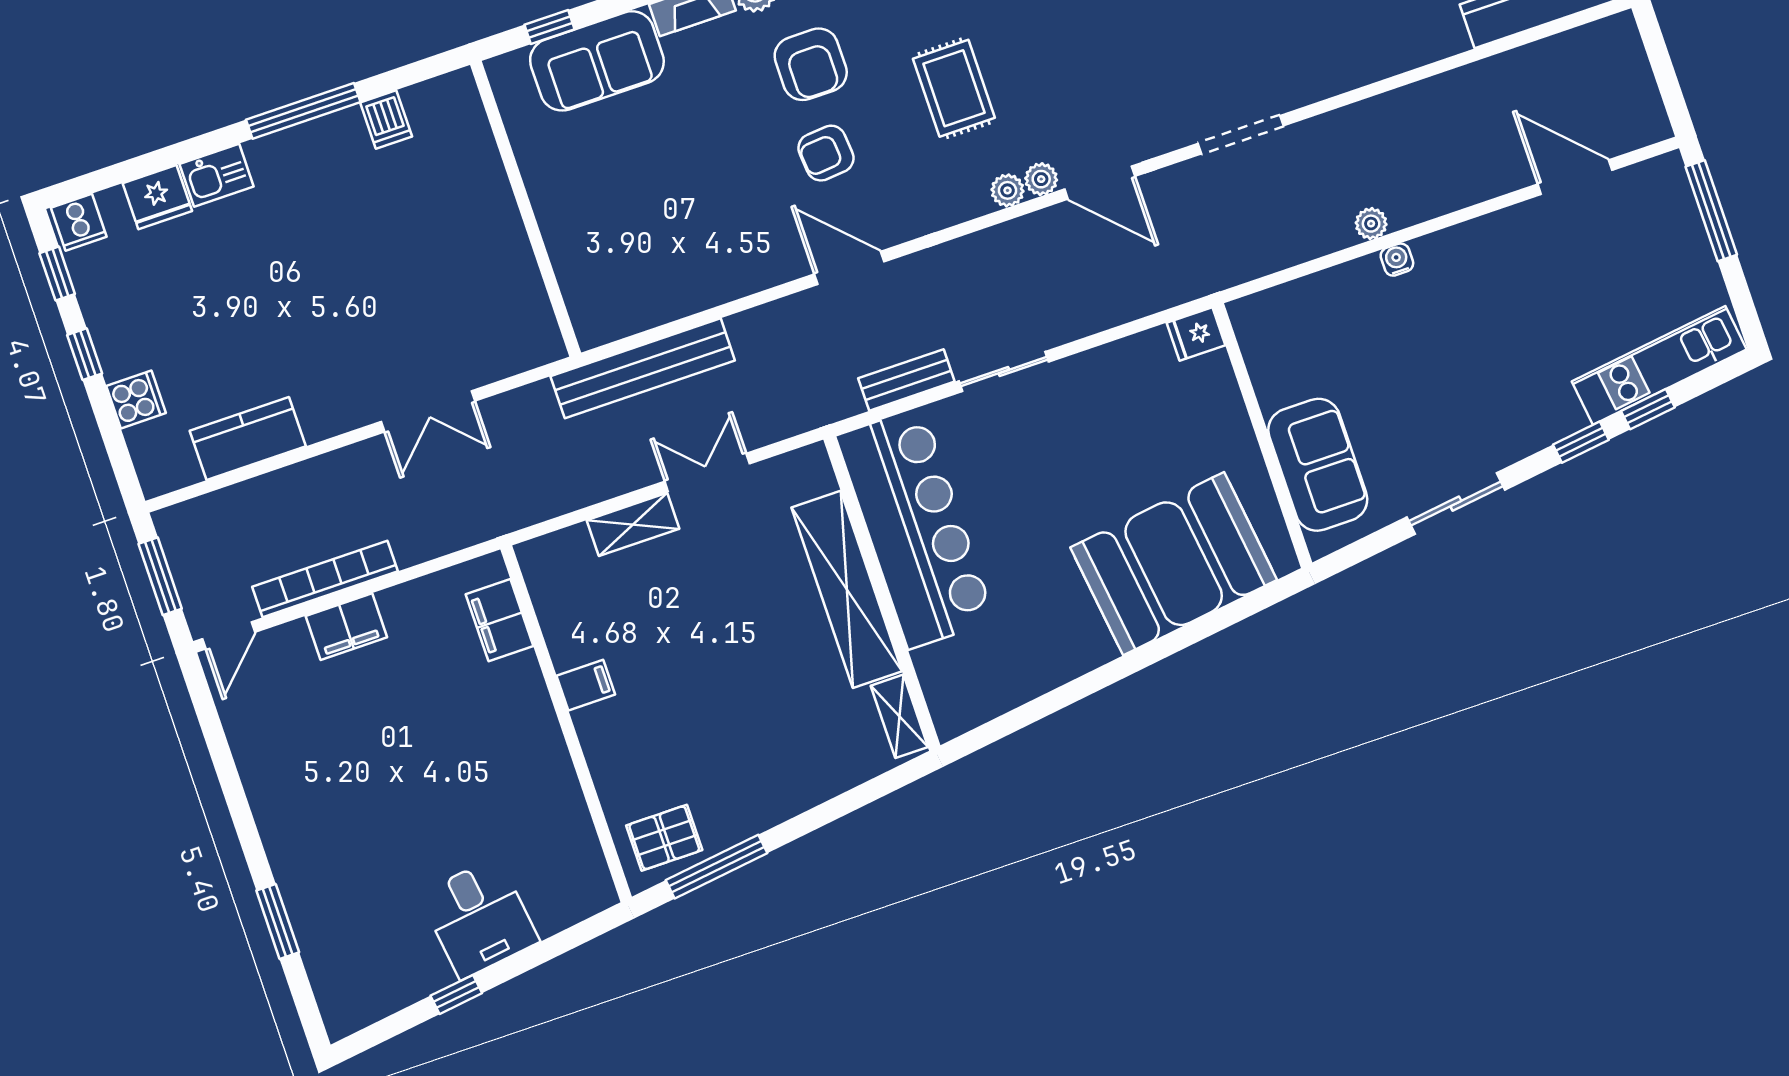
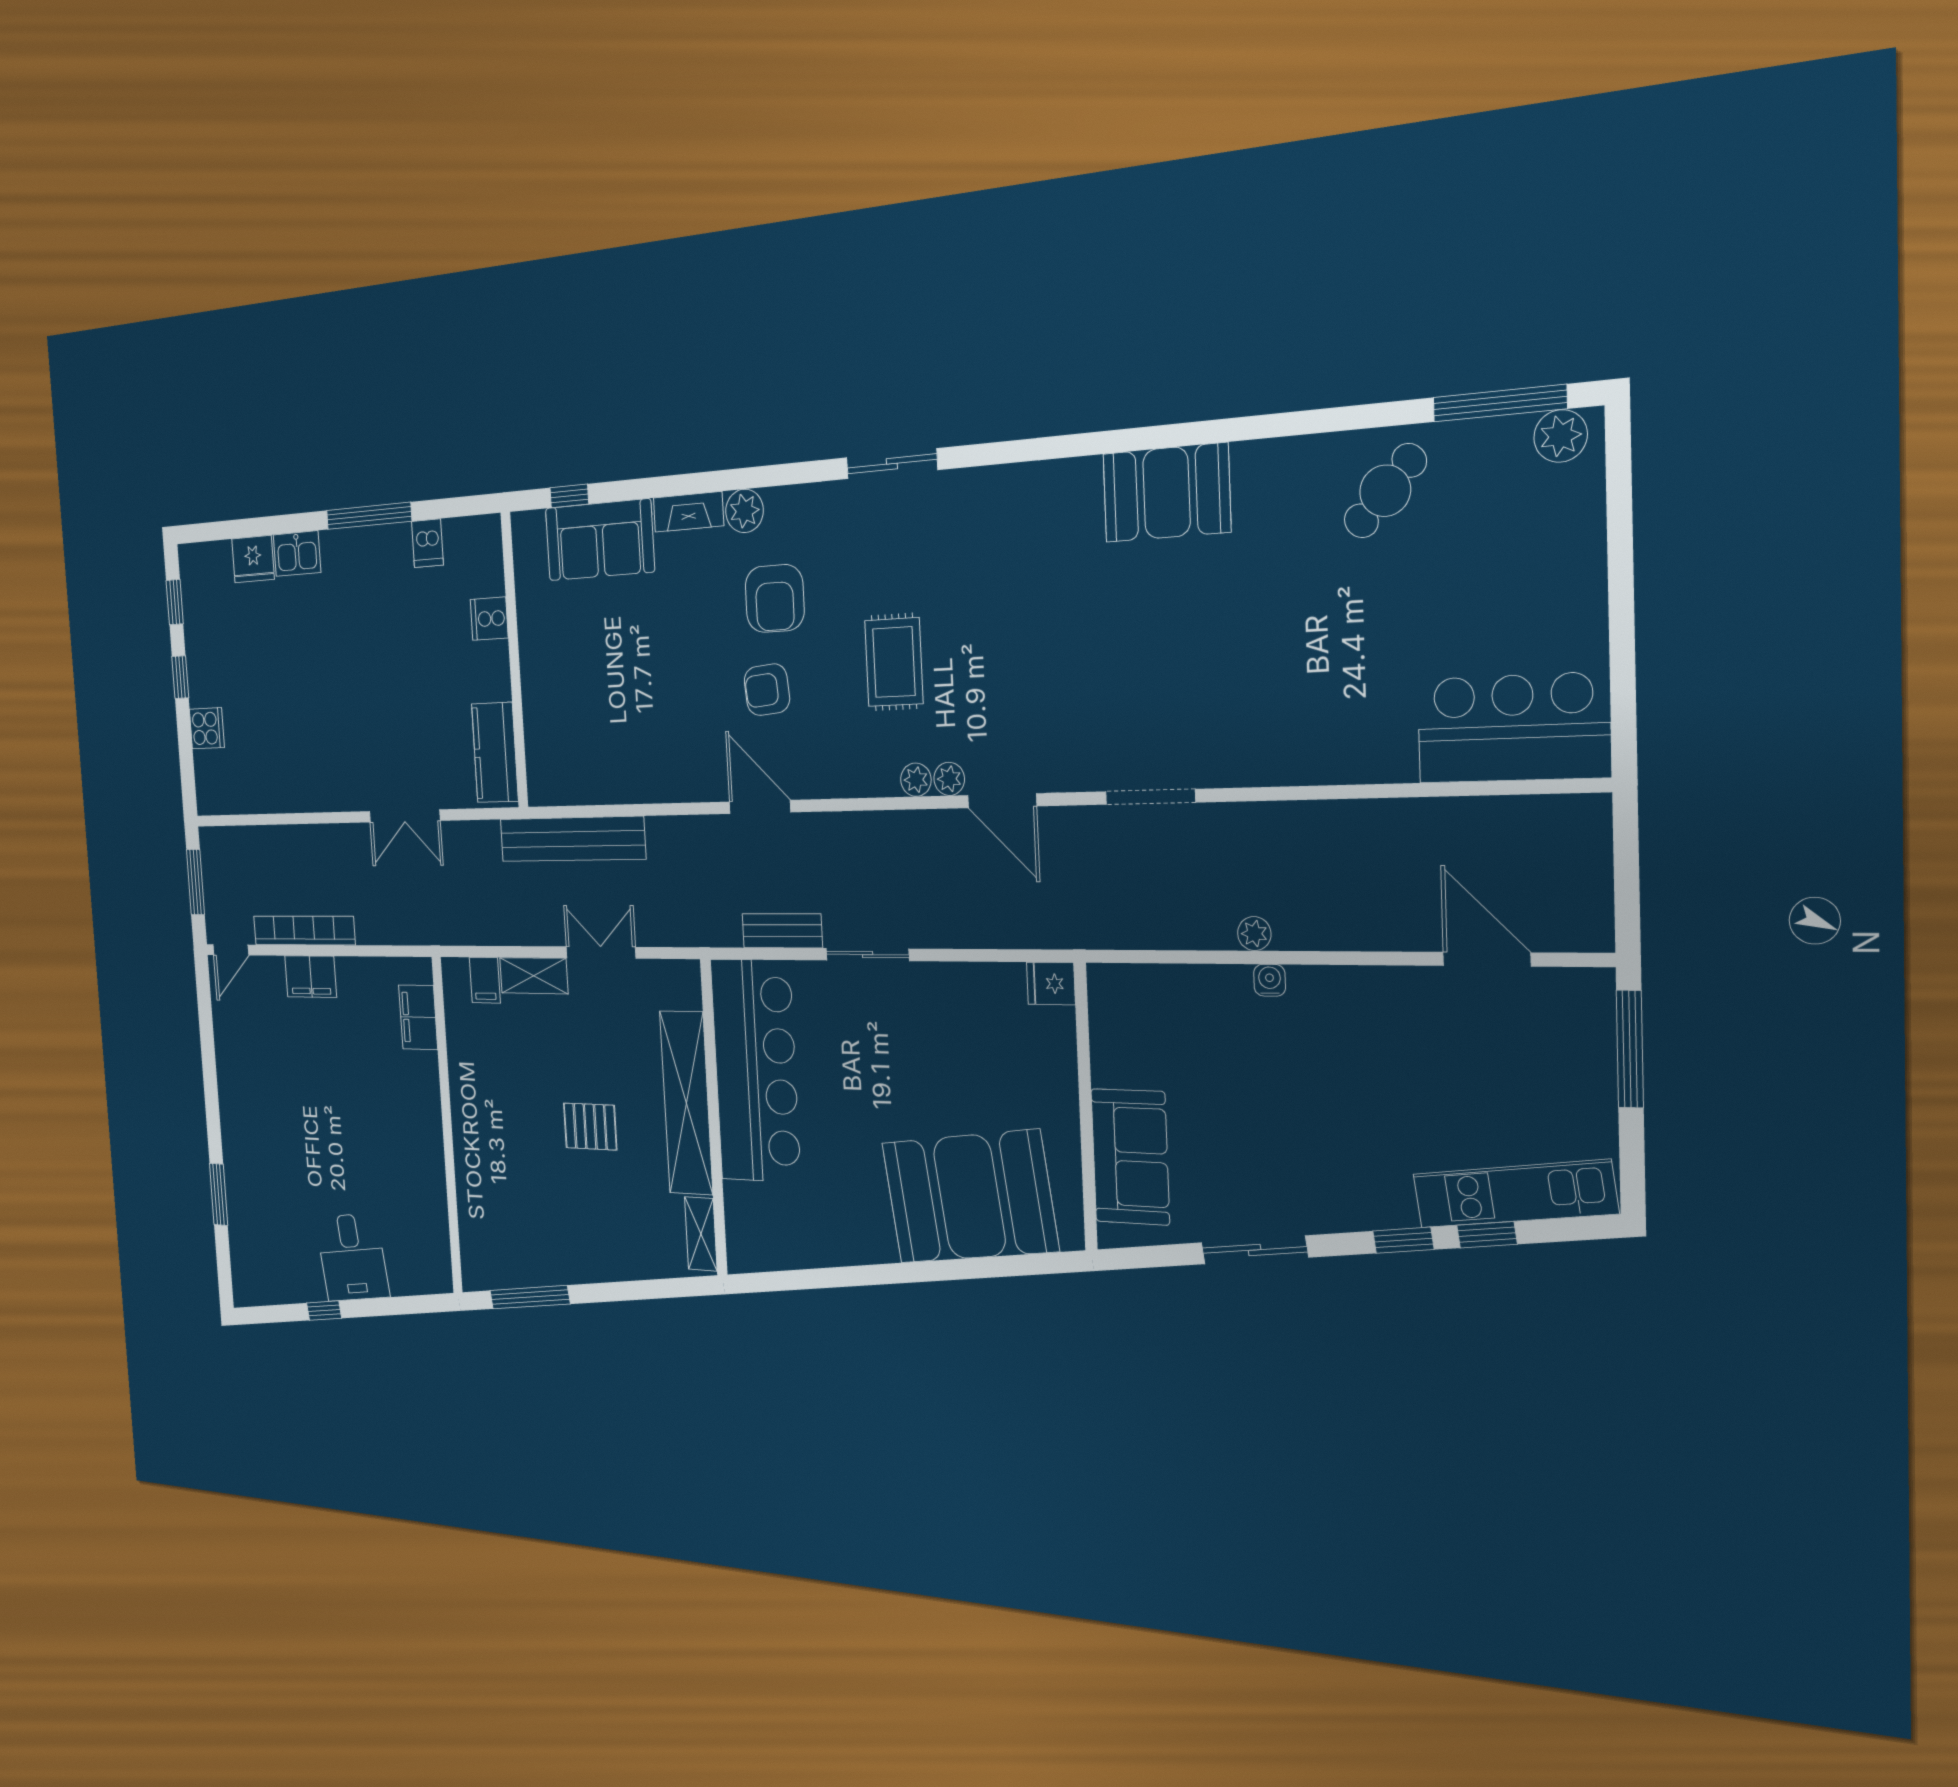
cooker: (79, 222) -> (489, 619), moved, turned 90
kitchen counter: (248, 438) -> (495, 753), moved, turned -90
filing cabinet: (586, 685) -> (485, 980), moved, turned 90
pallet: (664, 838) -> (590, 1127), moved

